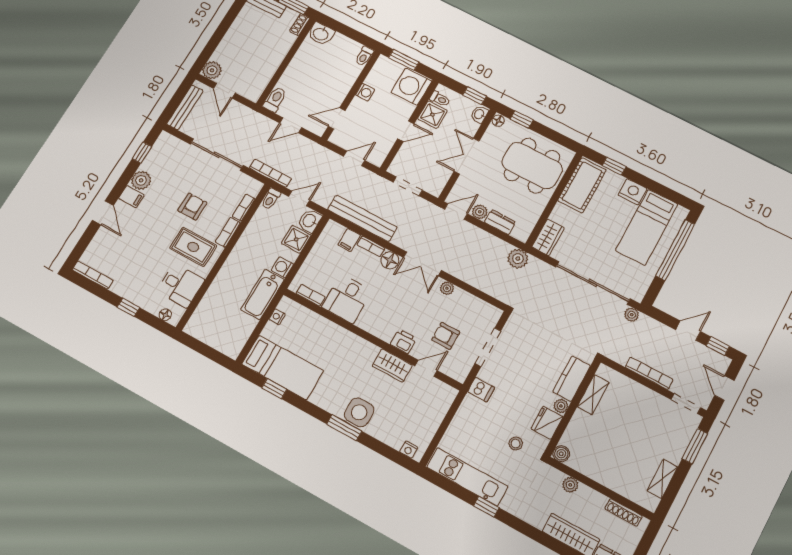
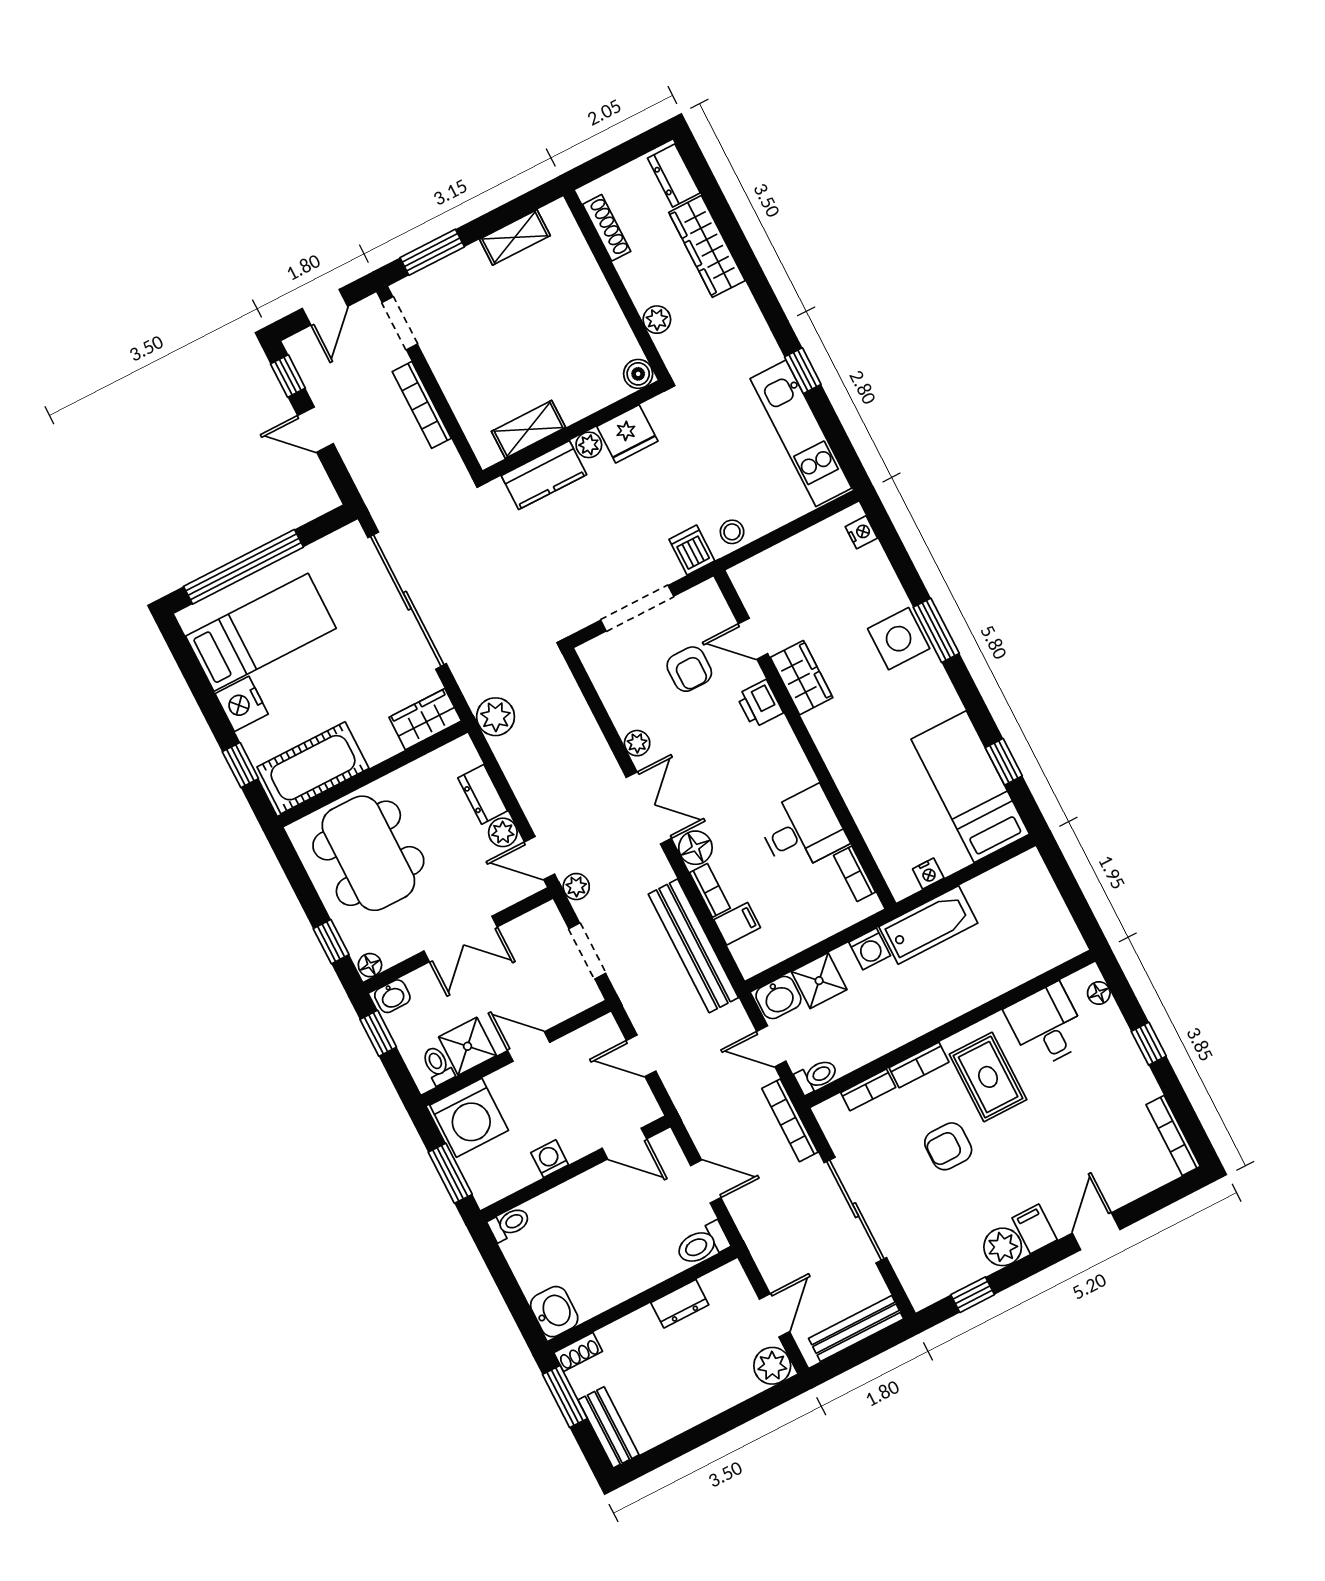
dresser: (269, 70) -> (680, 1304), added
plant: (632, 315) -> (576, 887), moved
stool: (516, 443) -> (732, 532), moved

